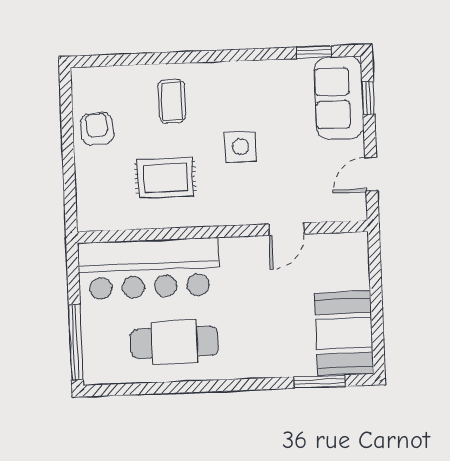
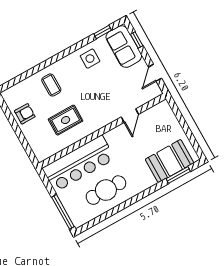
armchair: (97, 129) -> (25, 114), turned 95
side table: (241, 147) -> (90, 59), moved
booth: (344, 333) -> (170, 161), moved, turned 90

